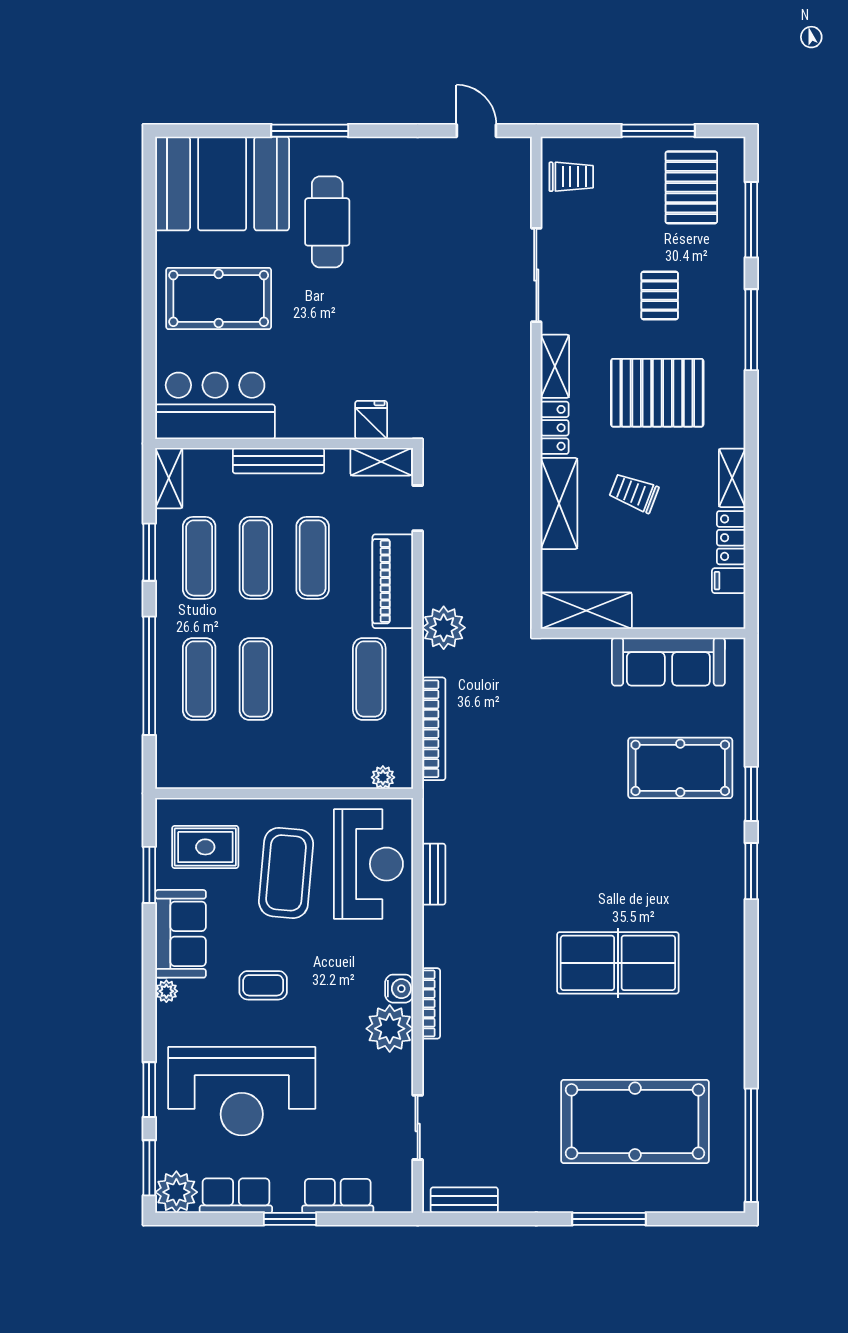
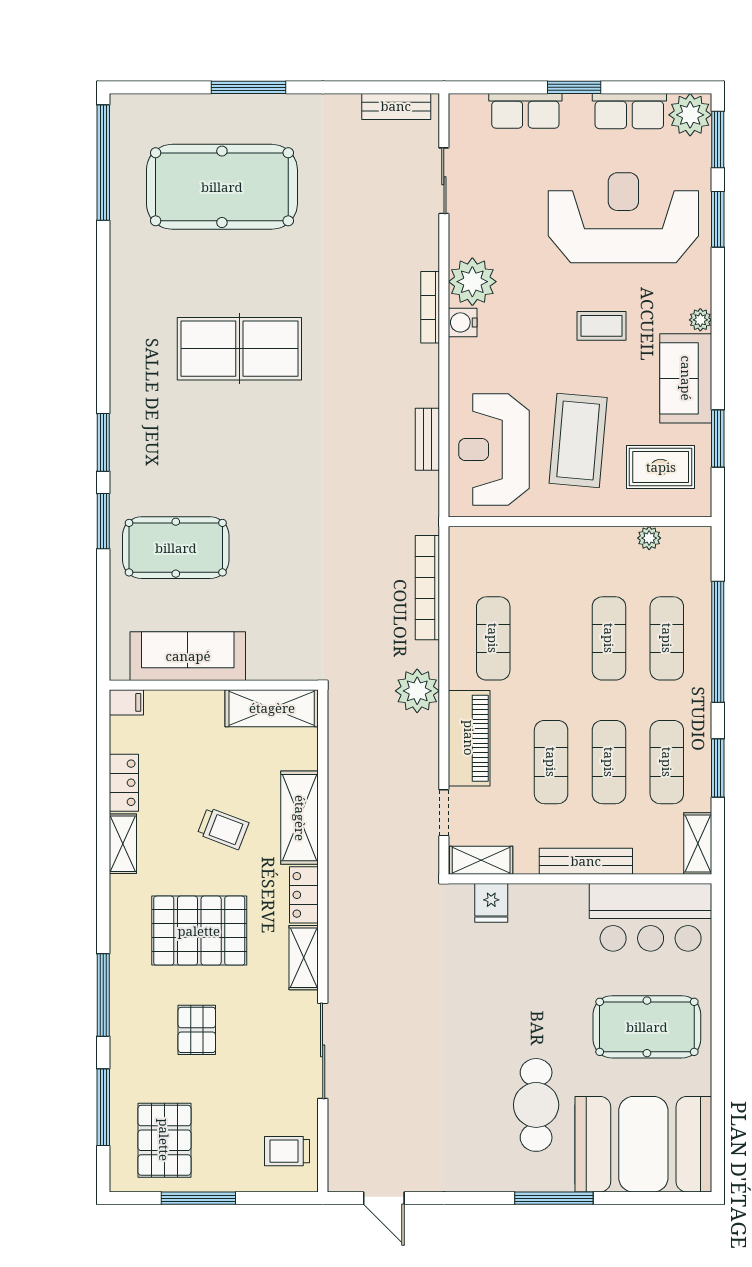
filing cabinet: (729, 581) -> (126, 702), moved
plant: (383, 777) -> (649, 538), moved

